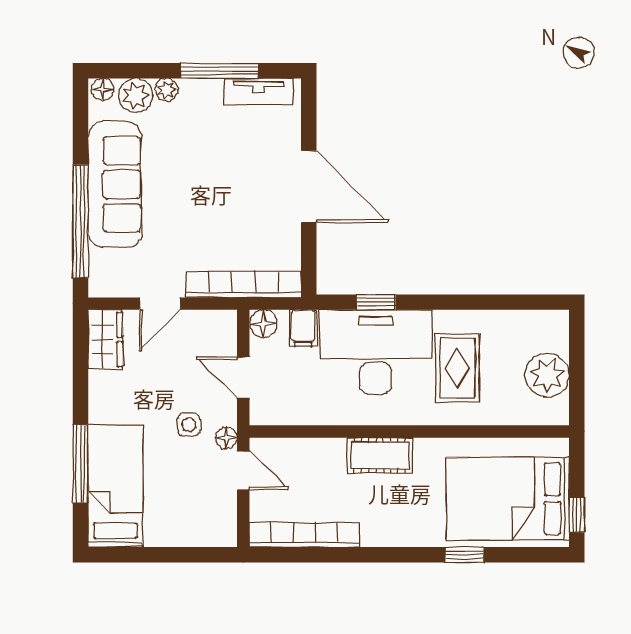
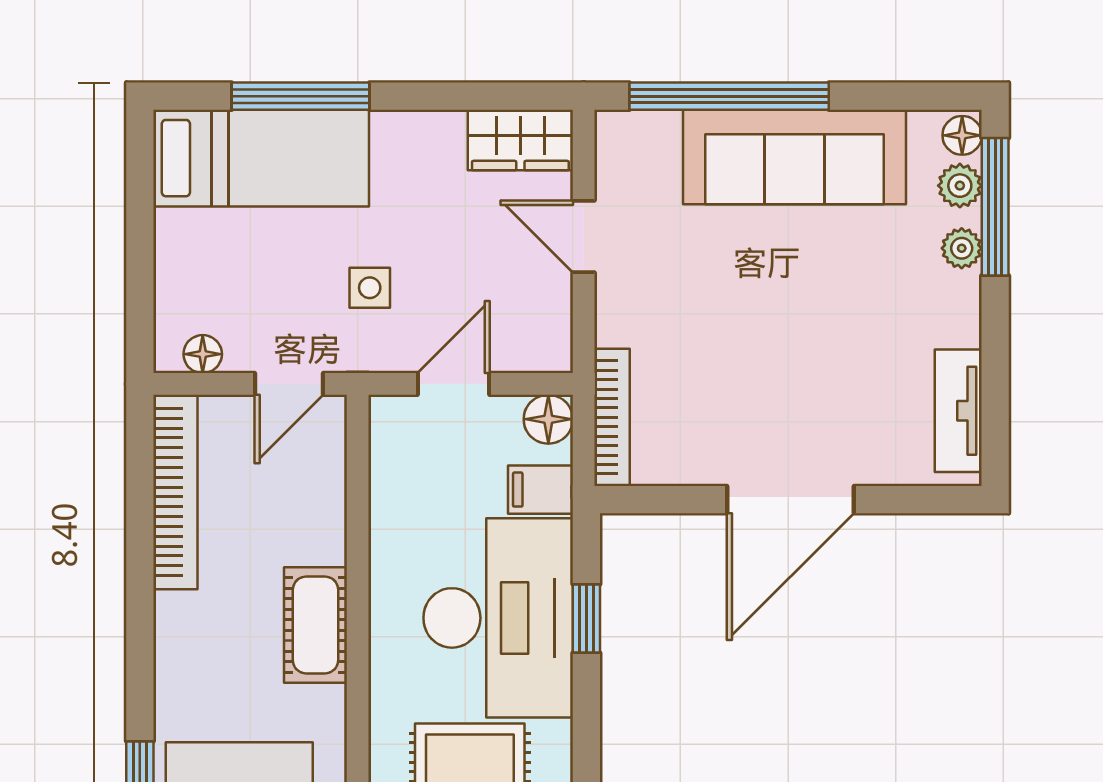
window: (219, 71) -> (995, 207), moved
plant: (136, 95) -> (960, 186), width x0.73, depth x0.73
bookcase: (244, 284) -> (612, 417), width x0.68, depth x0.76
floor lamp: (226, 438) -> (203, 354), moved

